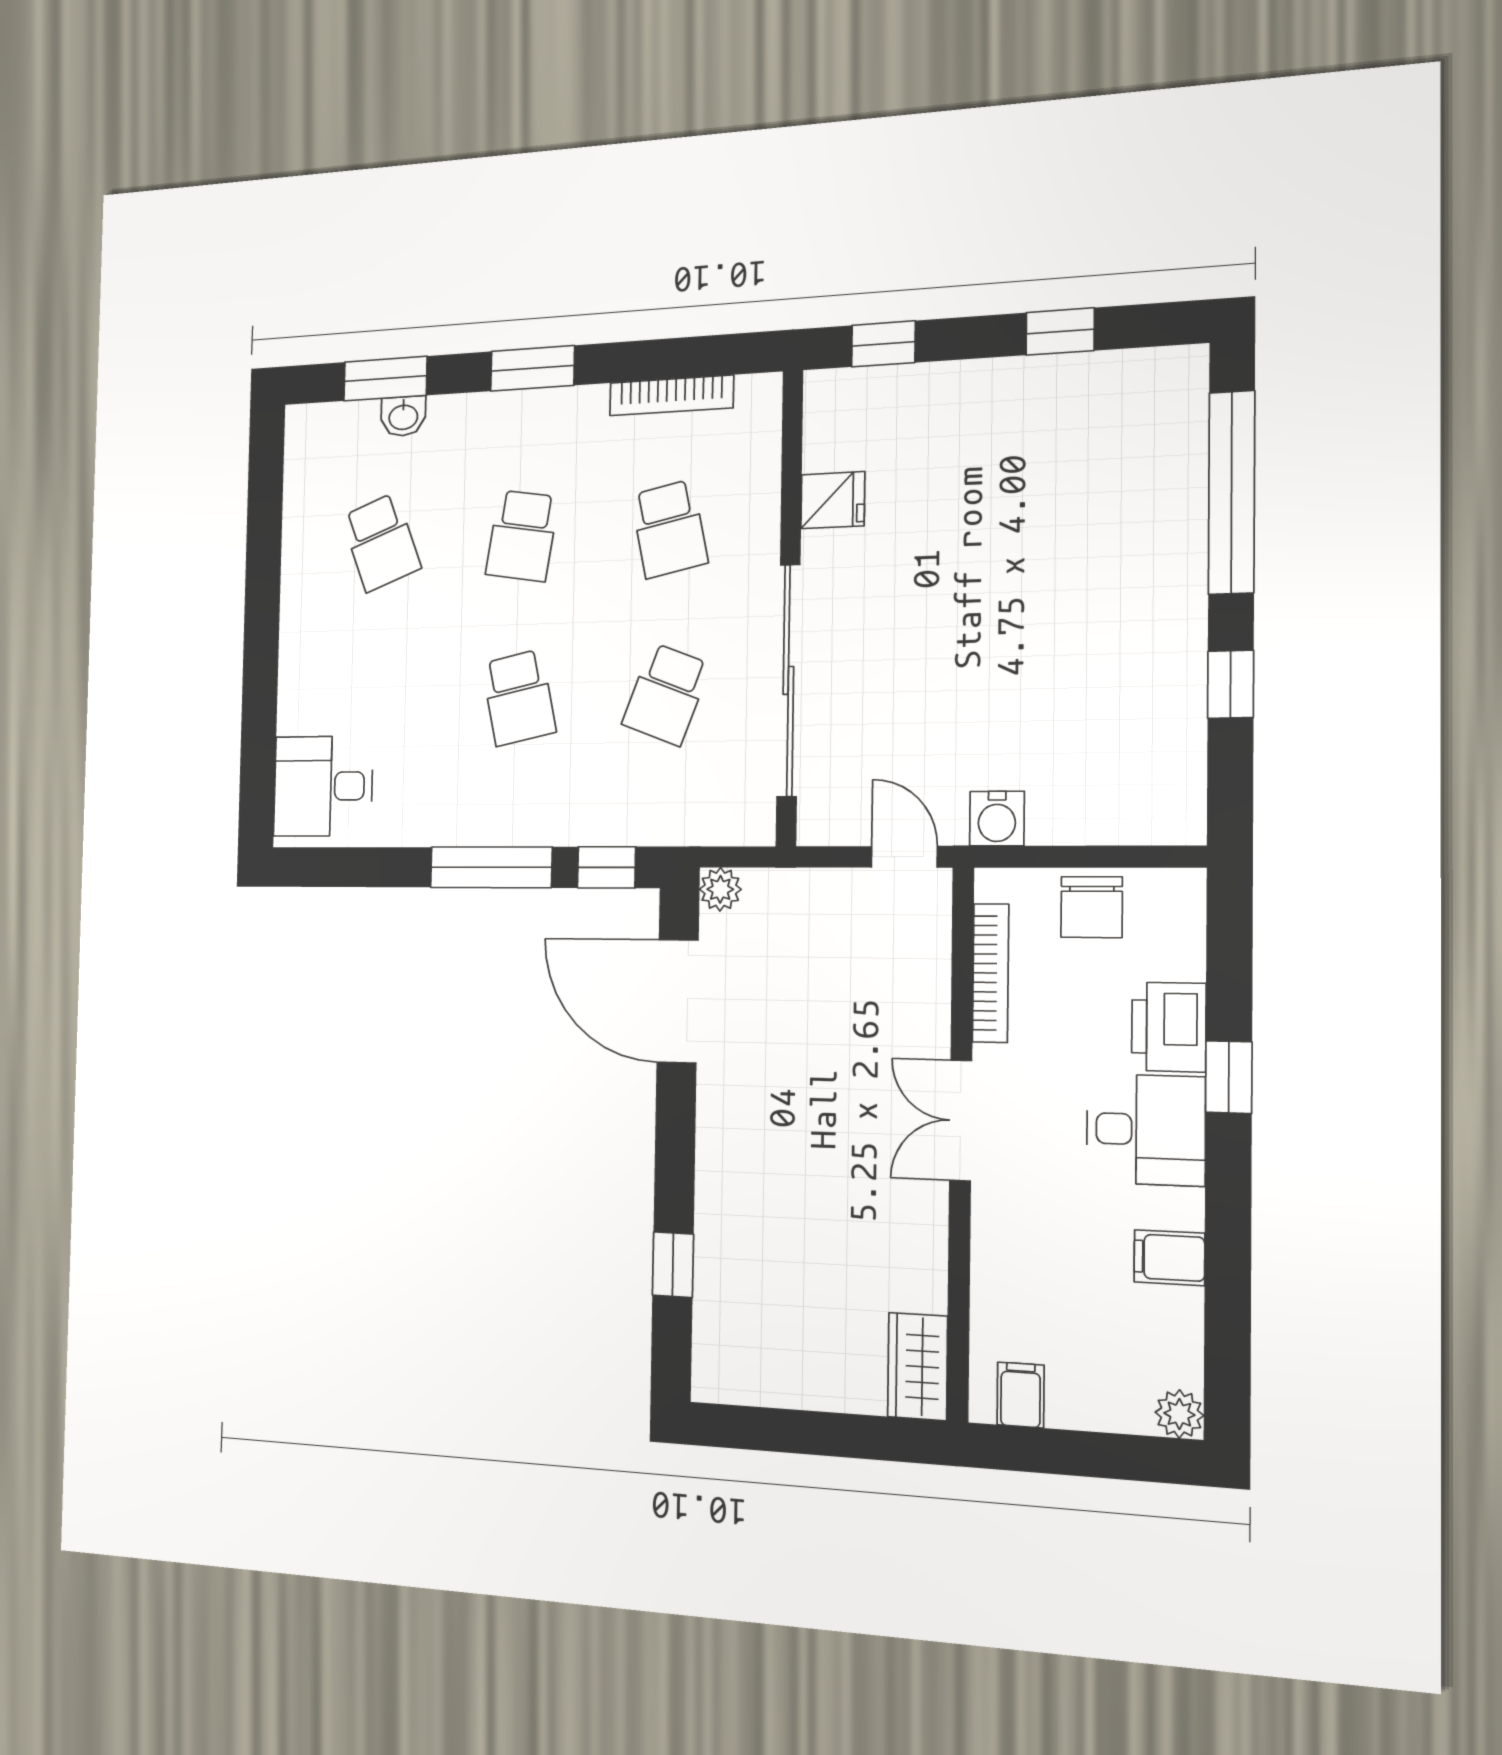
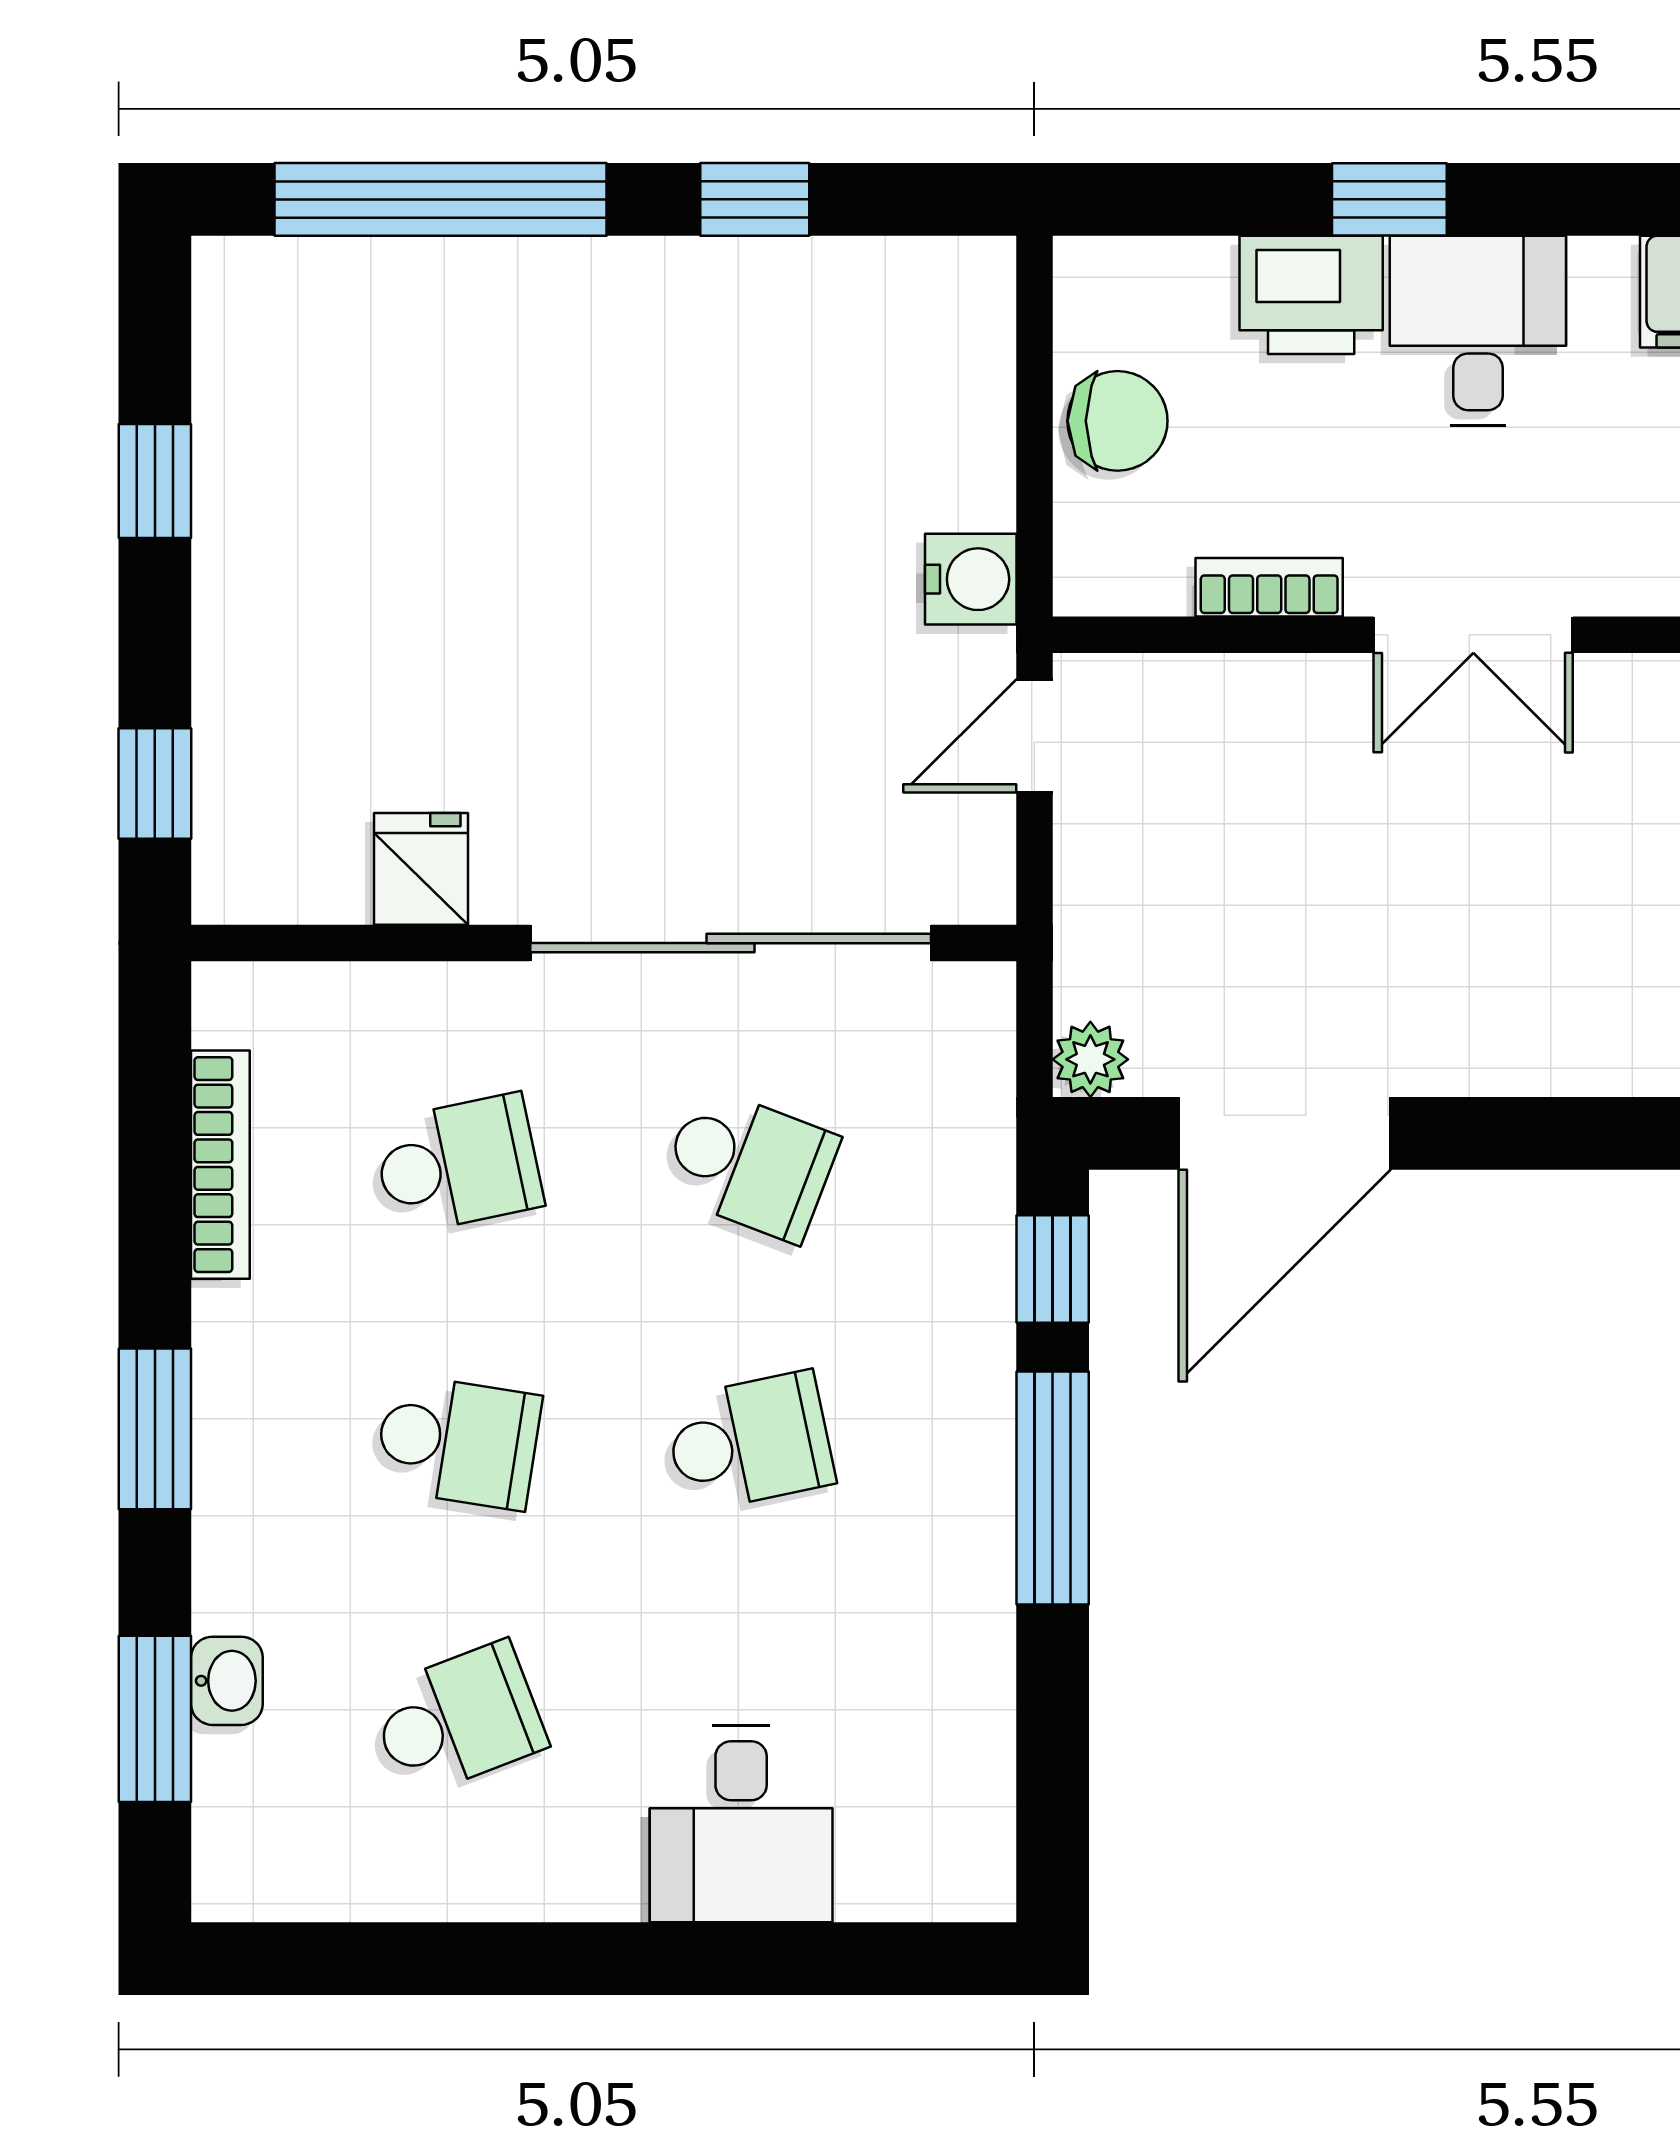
desk: (323, 786) -> (741, 1824), moved
bookcase: (991, 973) -> (1269, 587), width x0.64

